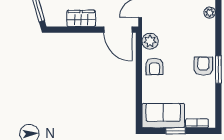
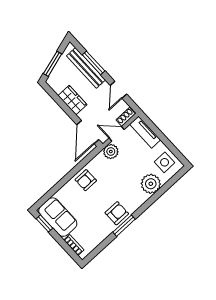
plant: (210, 13) -> (151, 184), width x1.87, depth x1.87
plant: (150, 41) -> (111, 151), moved
window: (176, 131) -> (44, 223), moved

